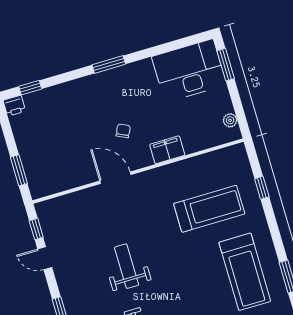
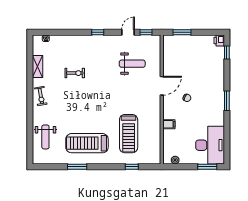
filing cabinet: (167, 150) -> (169, 124), width x0.50
weight bench: (127, 266) -> (132, 64), moved

